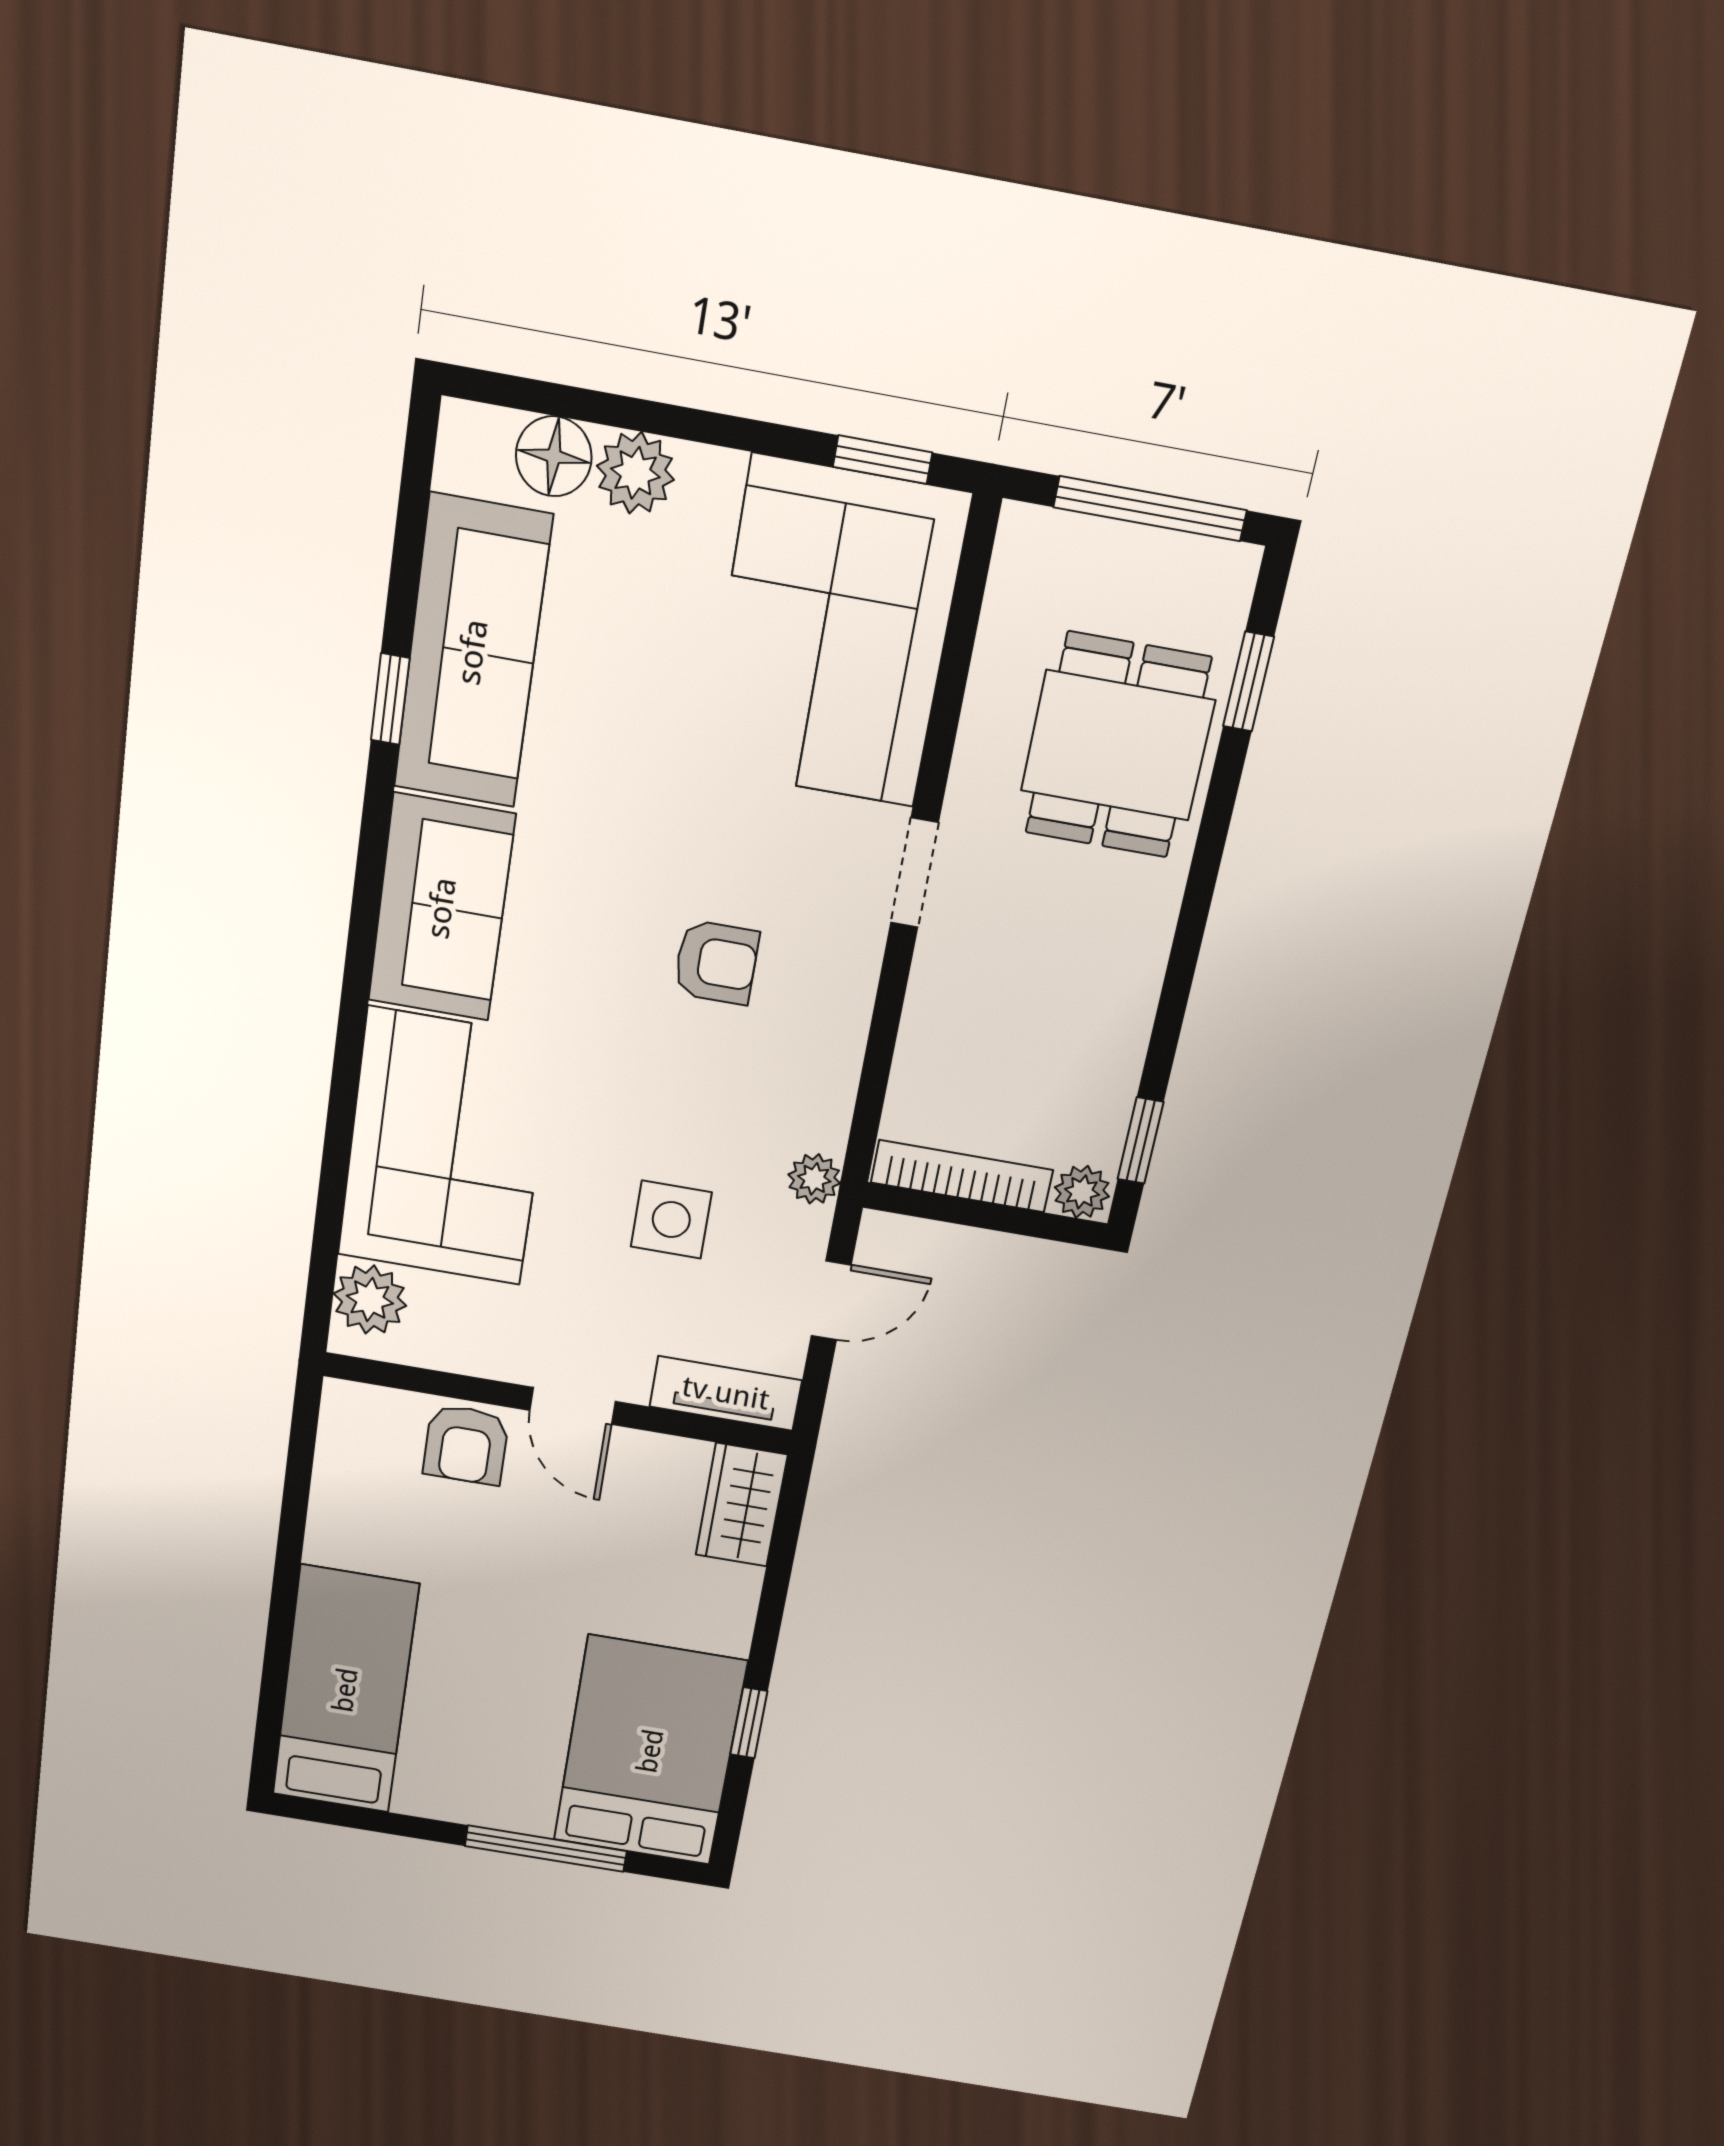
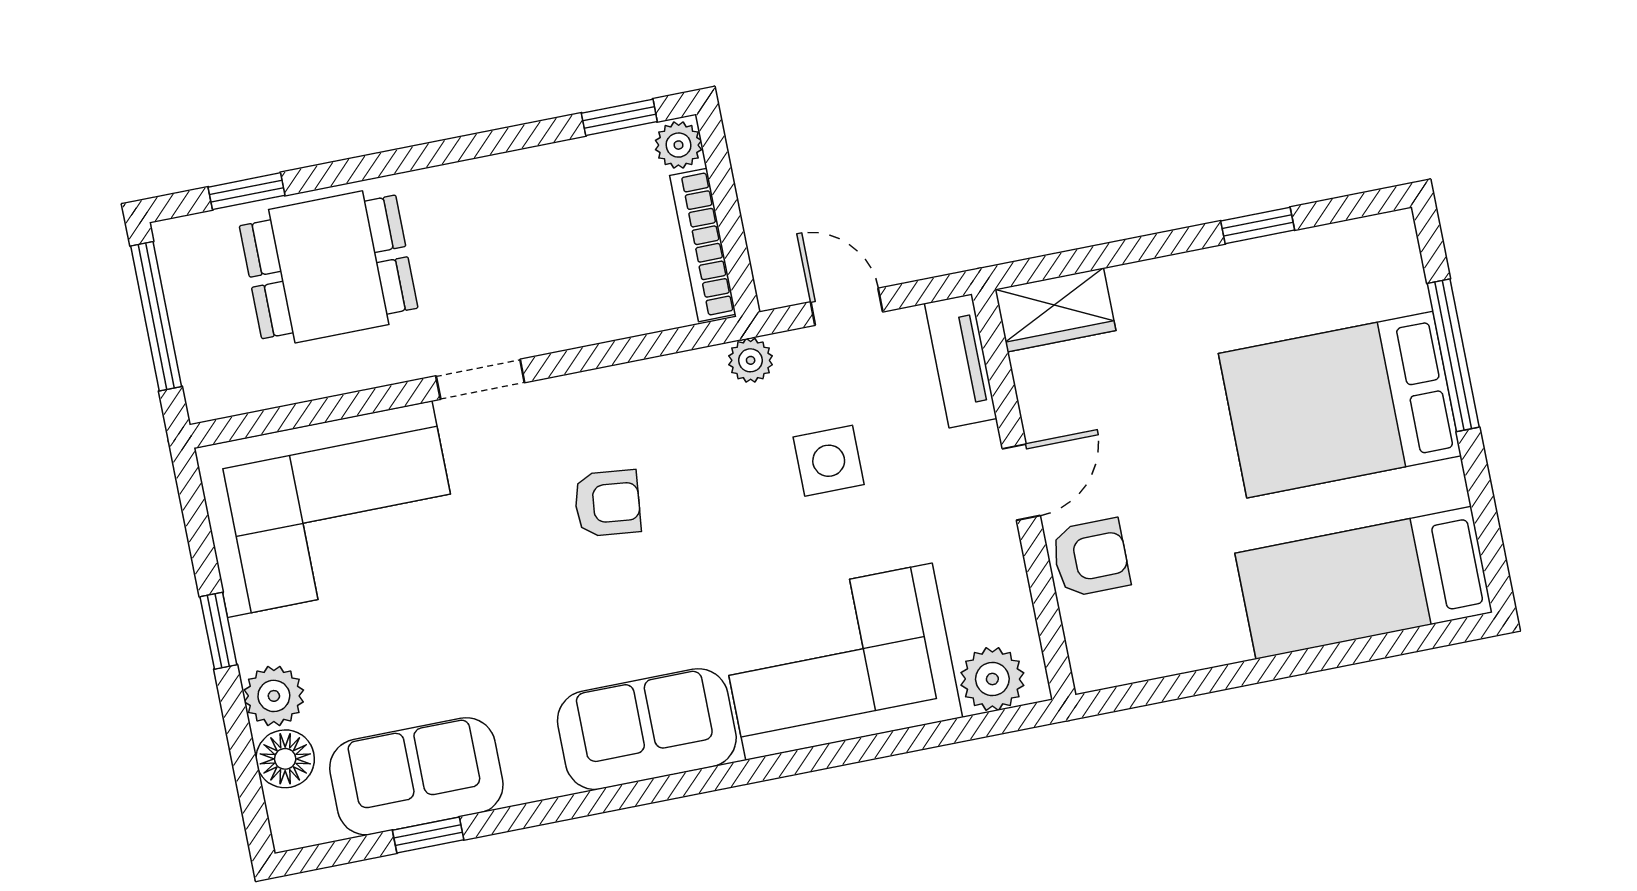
window: (883, 460) -> (218, 631), moved
sofa: (472, 652) -> (416, 776), width x0.73
window: (390, 699) -> (428, 835), moved
armchair: (716, 962) -> (607, 503), turned 96
bed: (650, 1751) -> (1340, 405), moved

